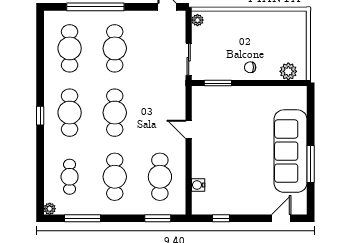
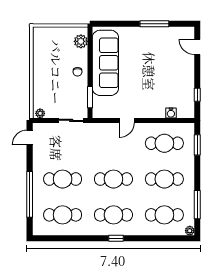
sofa: (290, 151) -> (105, 63), moved, turned -90
cafe table: (70, 177) -> (164, 215), width x1.37, depth x1.35

